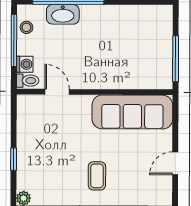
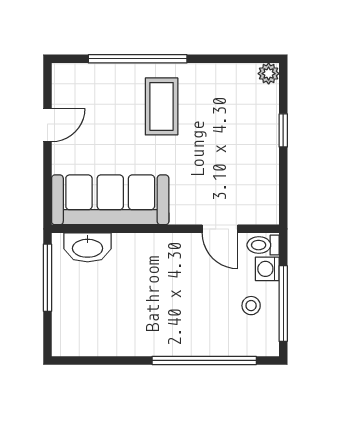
washbasin: (63, 14) -> (88, 247), moved, turned 180
stool: (26, 27) -> (251, 306), moved
coffee table: (97, 176) -> (162, 106), width x1.36, depth x1.30

